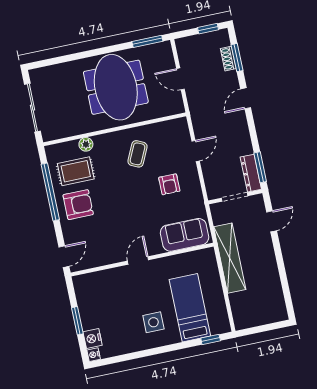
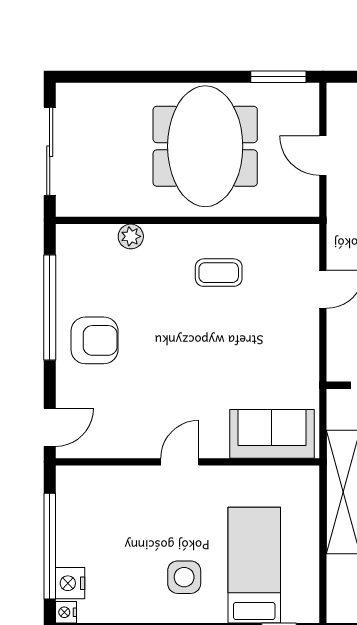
coffee table: (137, 154) -> (219, 273), turned 65
rug: (76, 171) -> (103, 280), removed
armchair: (169, 184) -> (264, 338), removed
window: (77, 321) -> (50, 546), width x2.11

